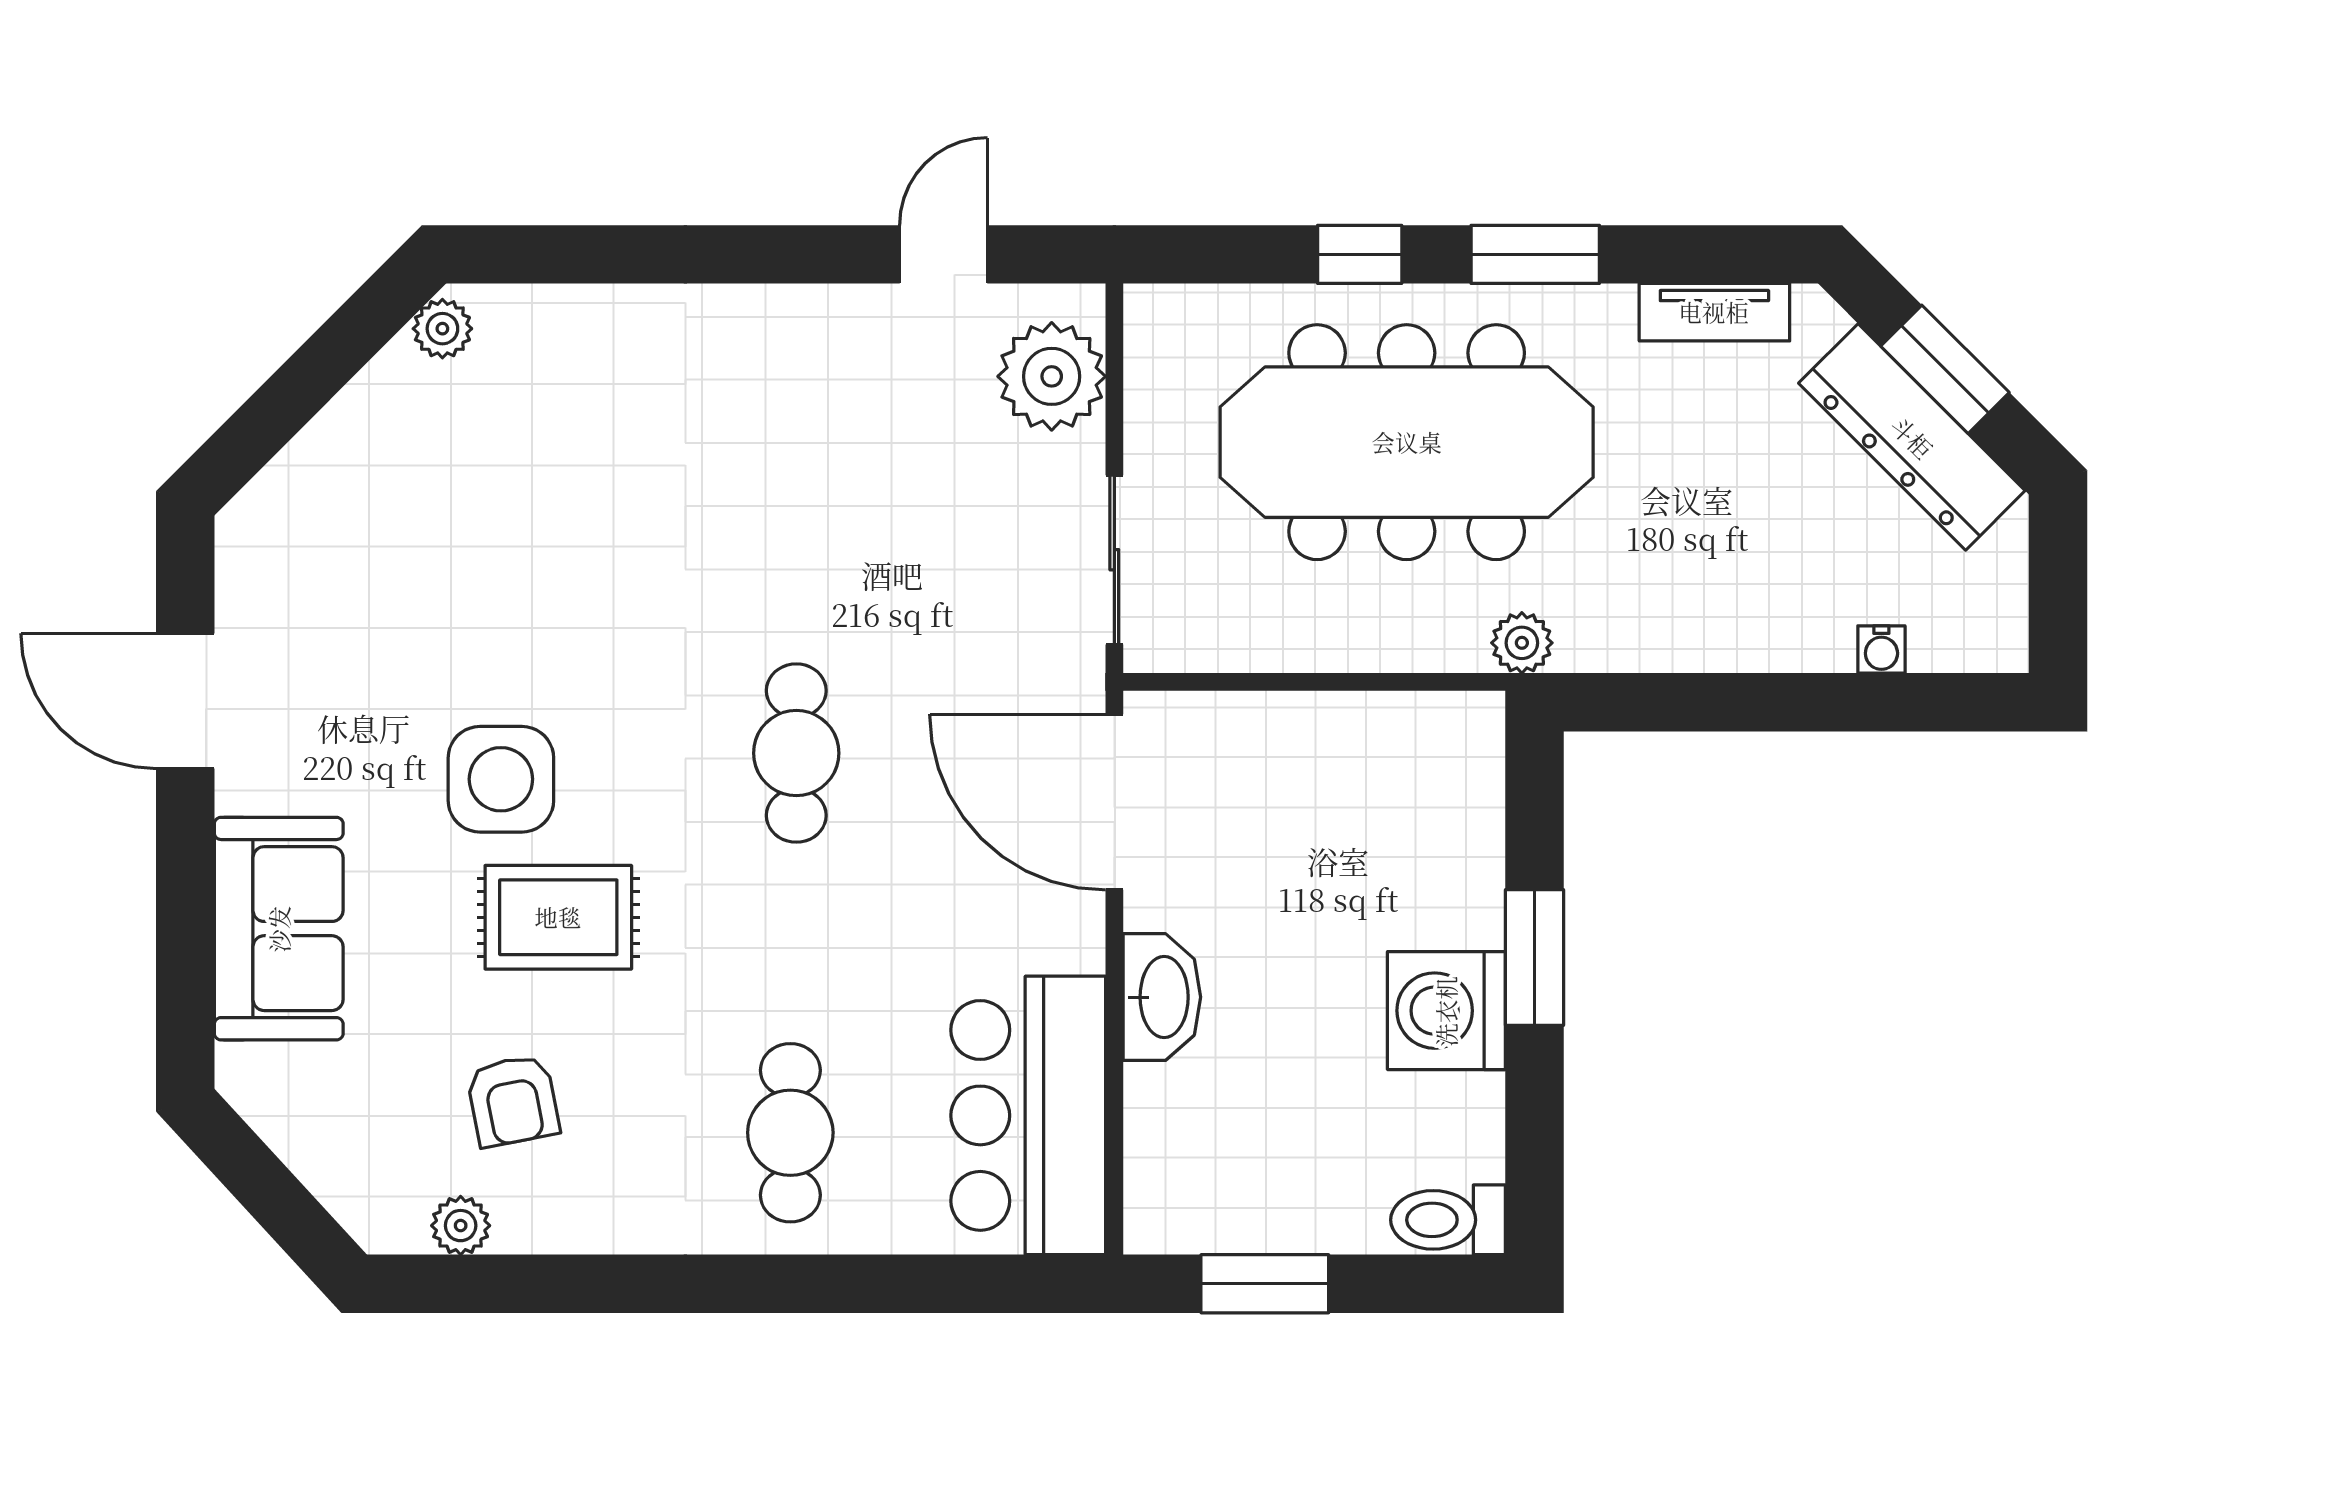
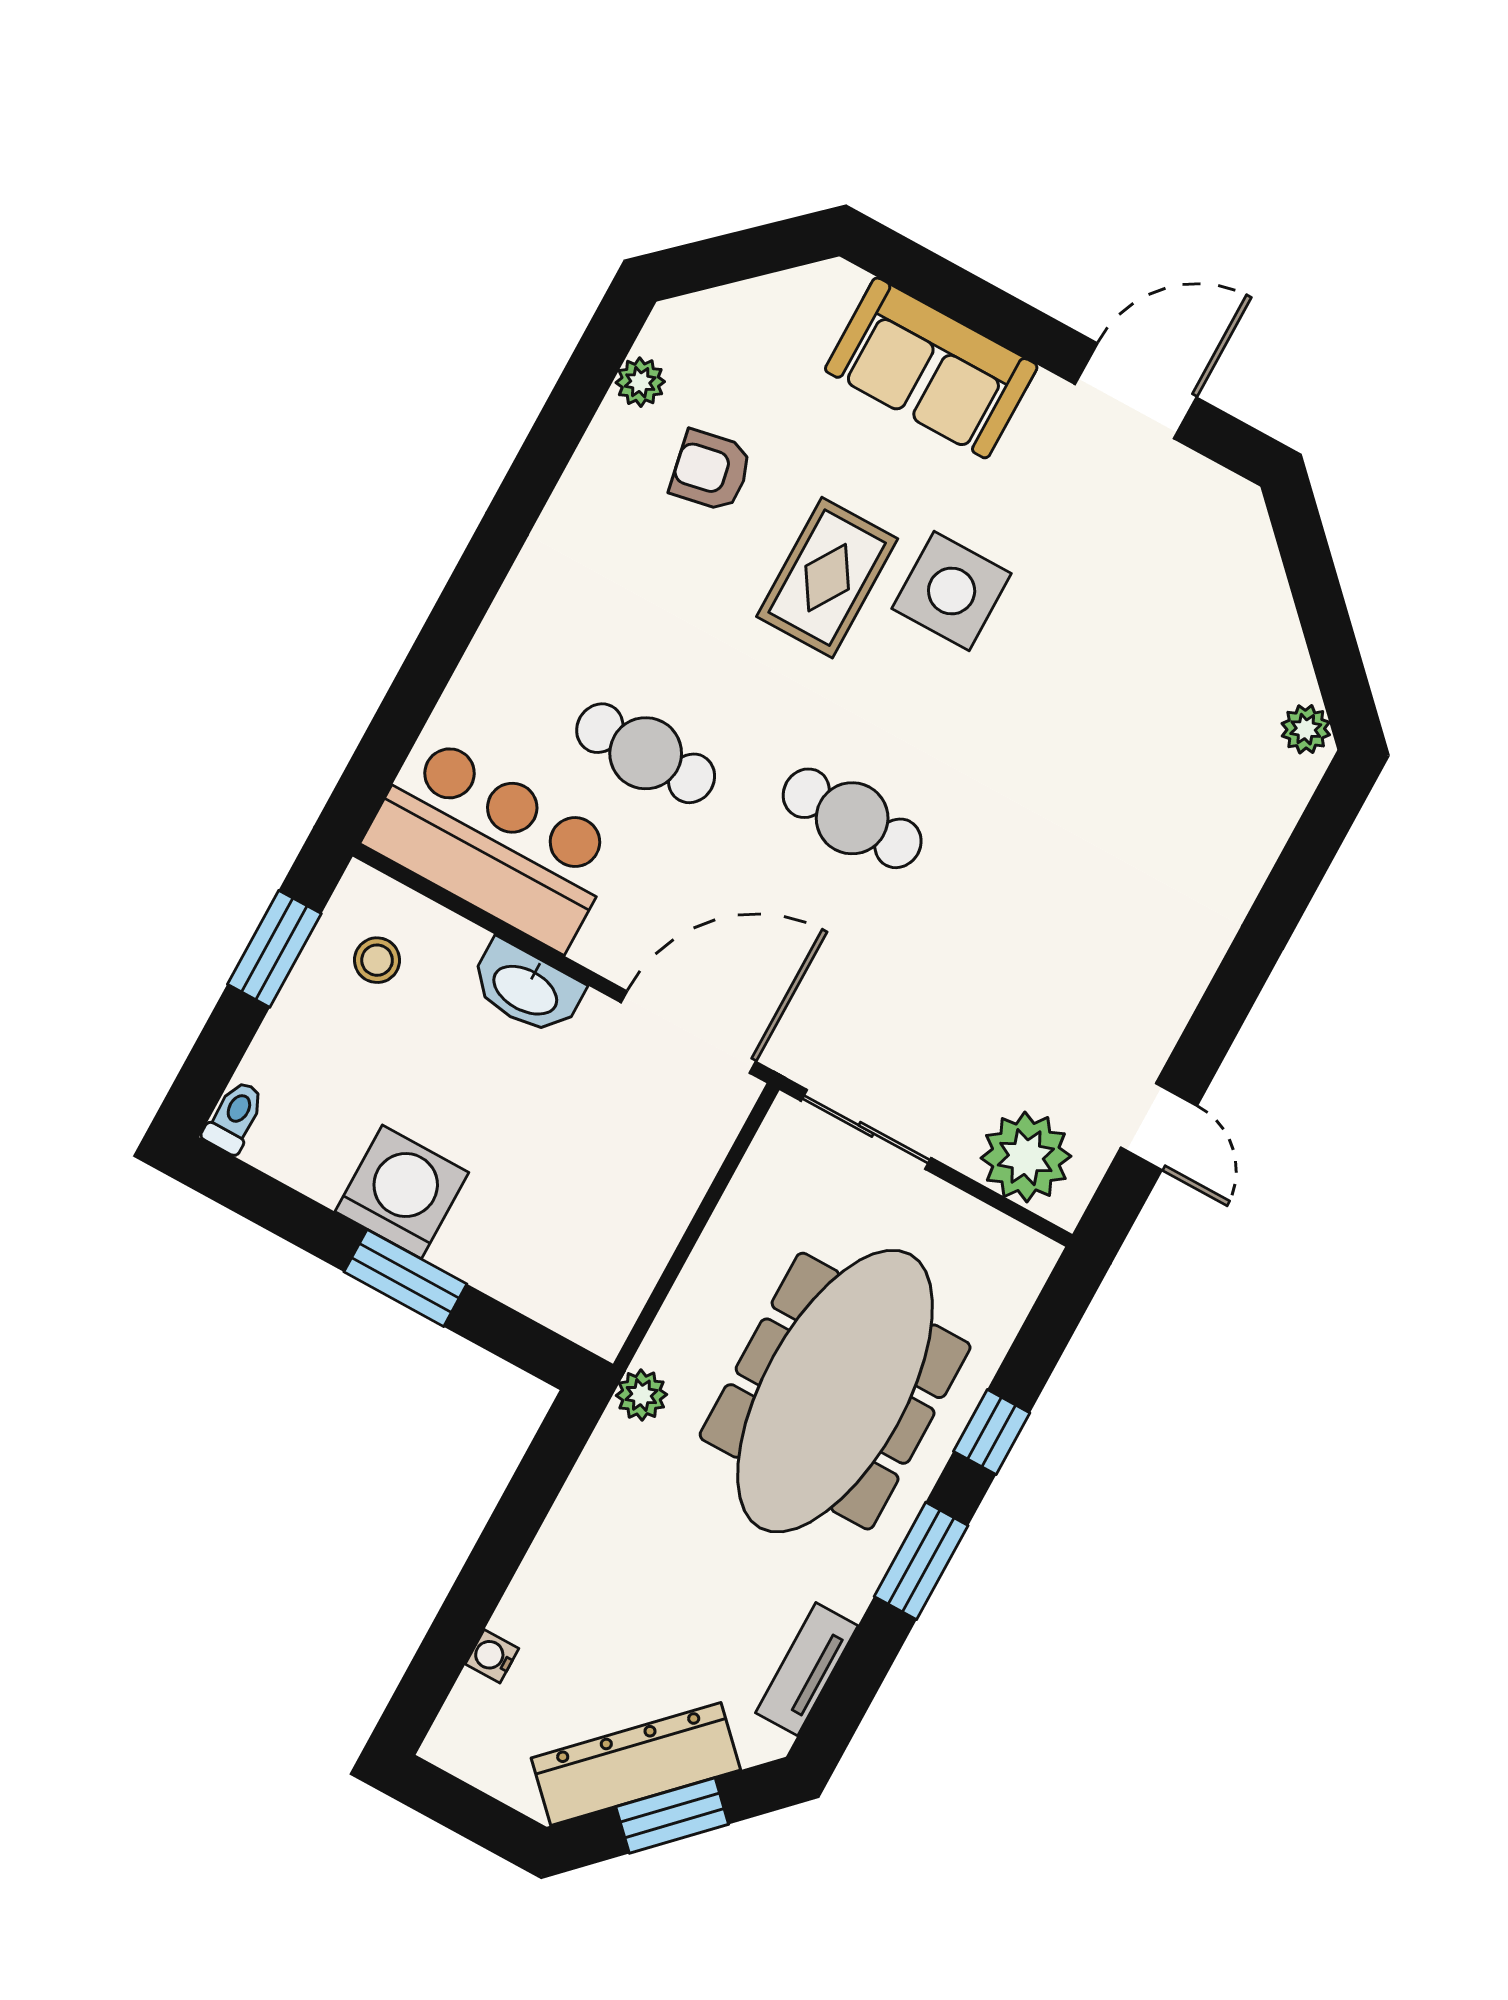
cafe table: (790, 1133) -> (646, 753), moved
stool: (1218, 1170) -> (377, 960), added
toilet: (1448, 1220) -> (234, 1117), width x0.73, depth x0.72

